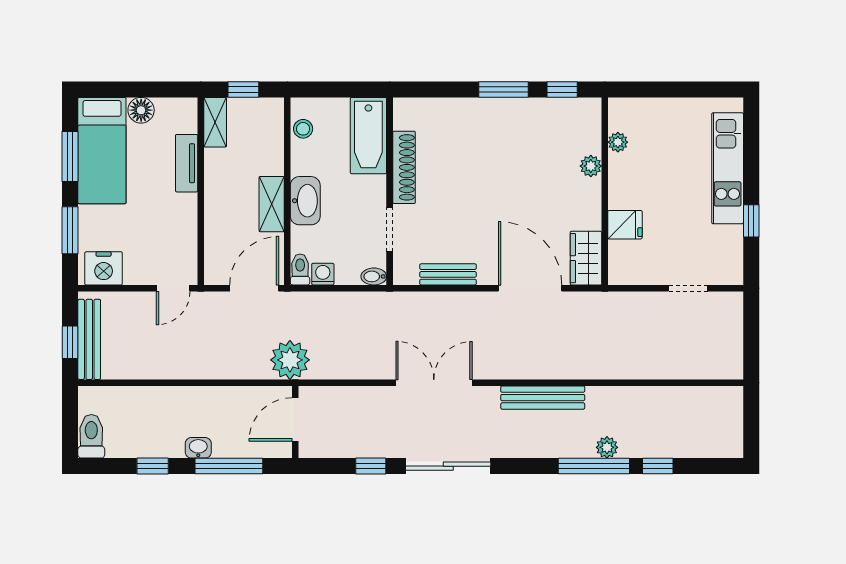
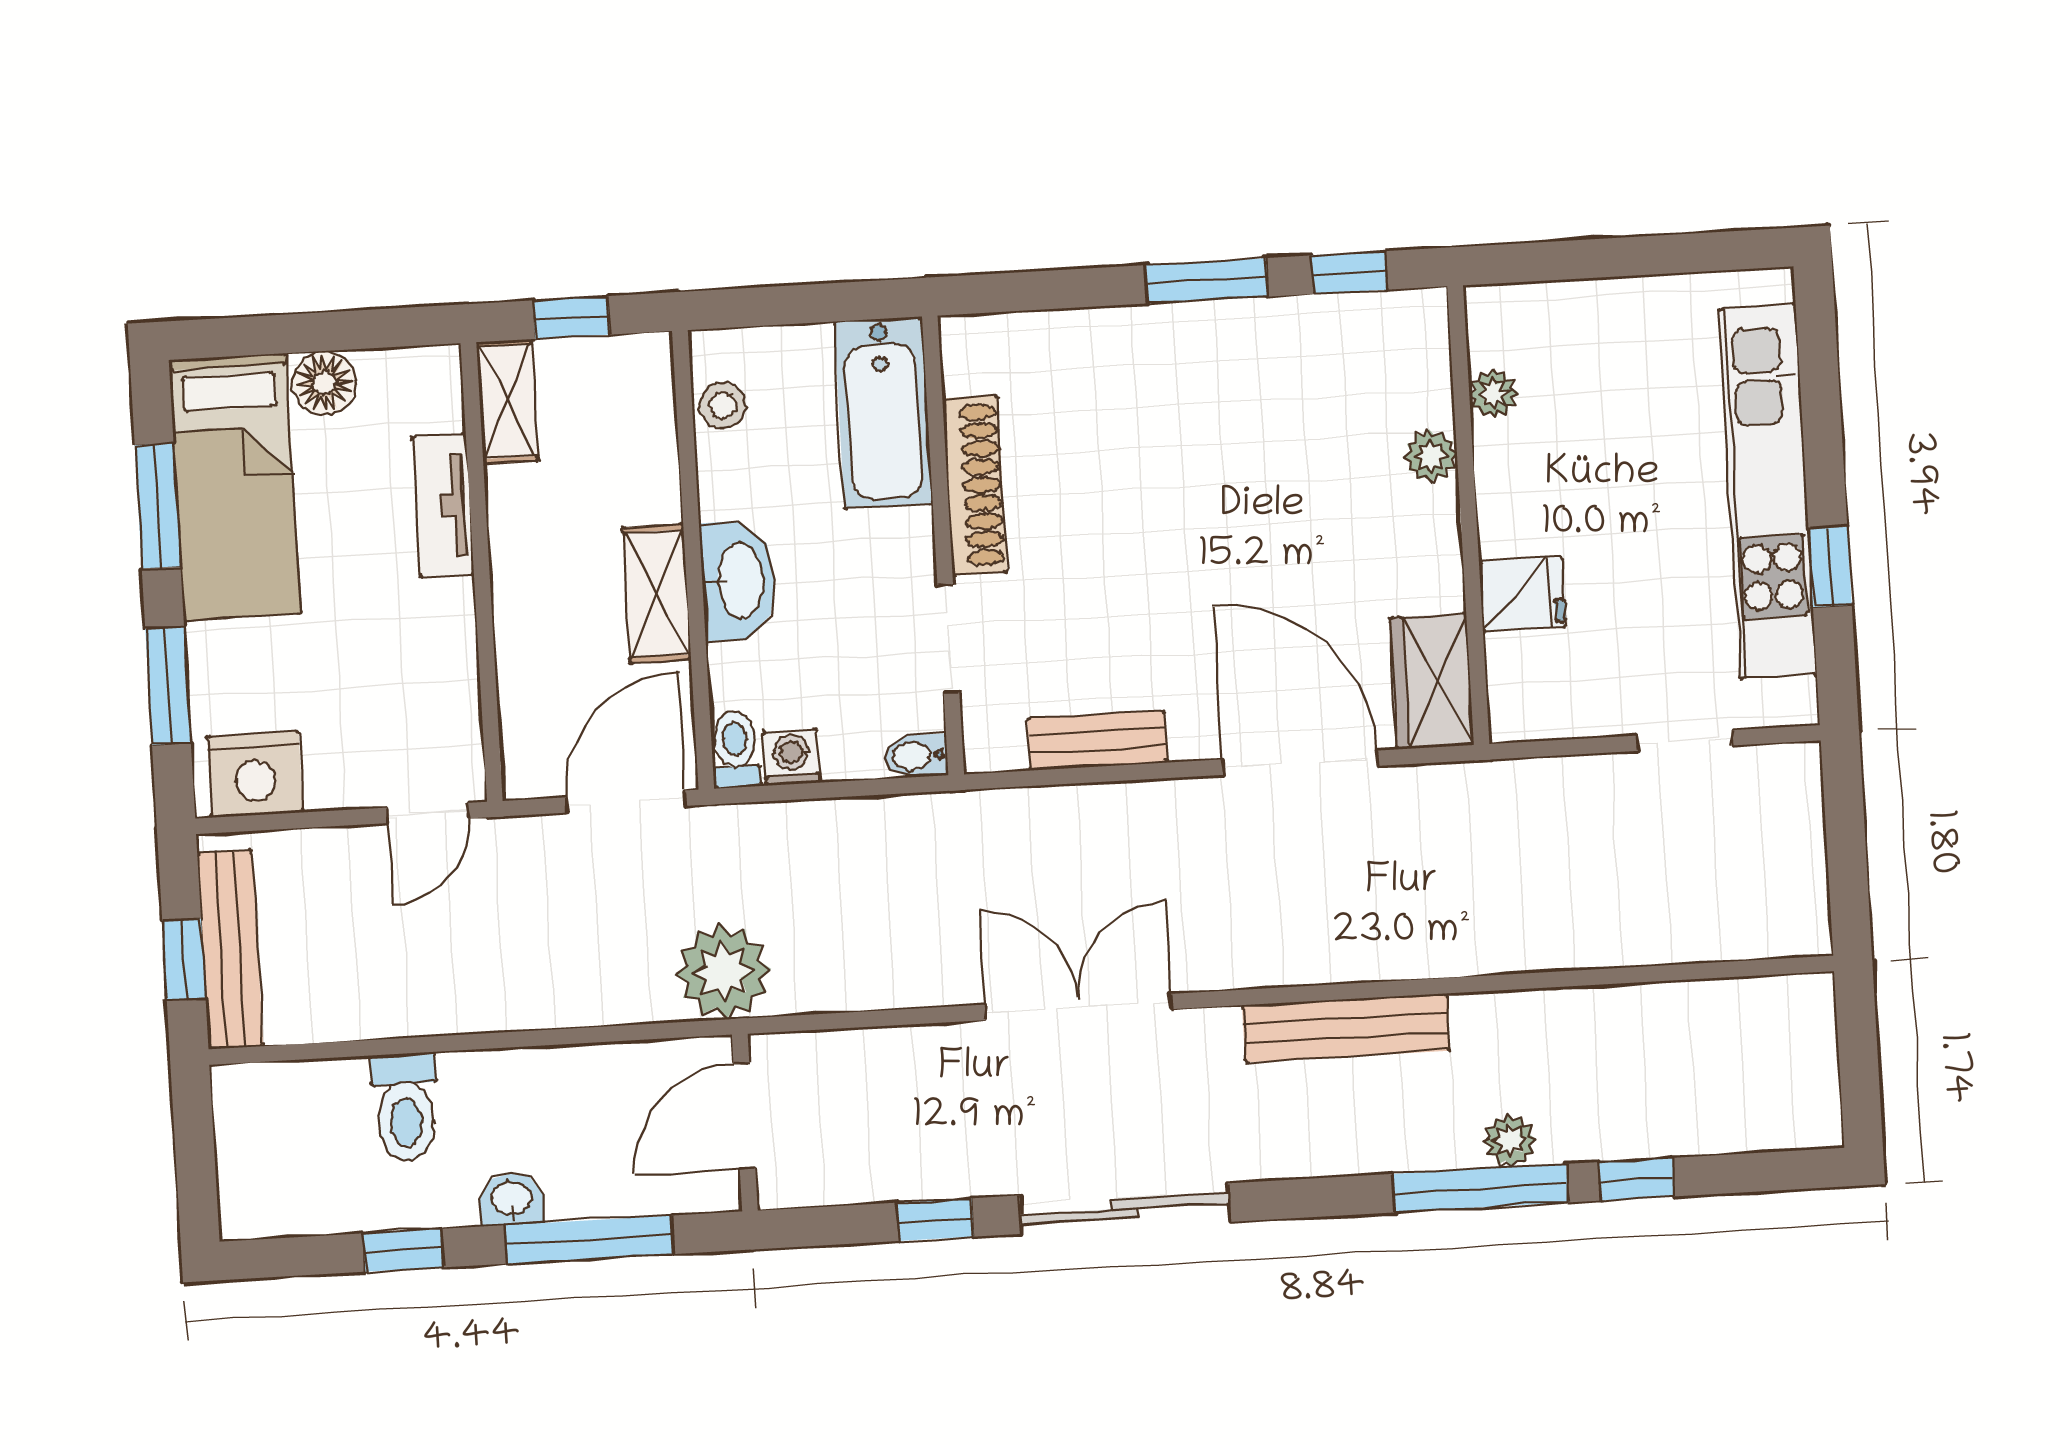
kitchen unit: (728, 168) -> (1768, 491), width x1.36
toilet: (91, 436) -> (405, 1107), moved, turned 180

